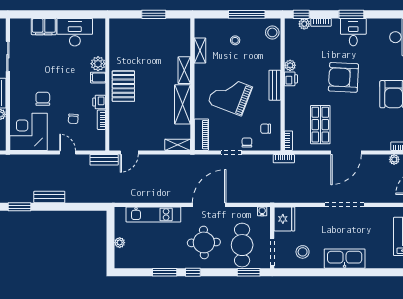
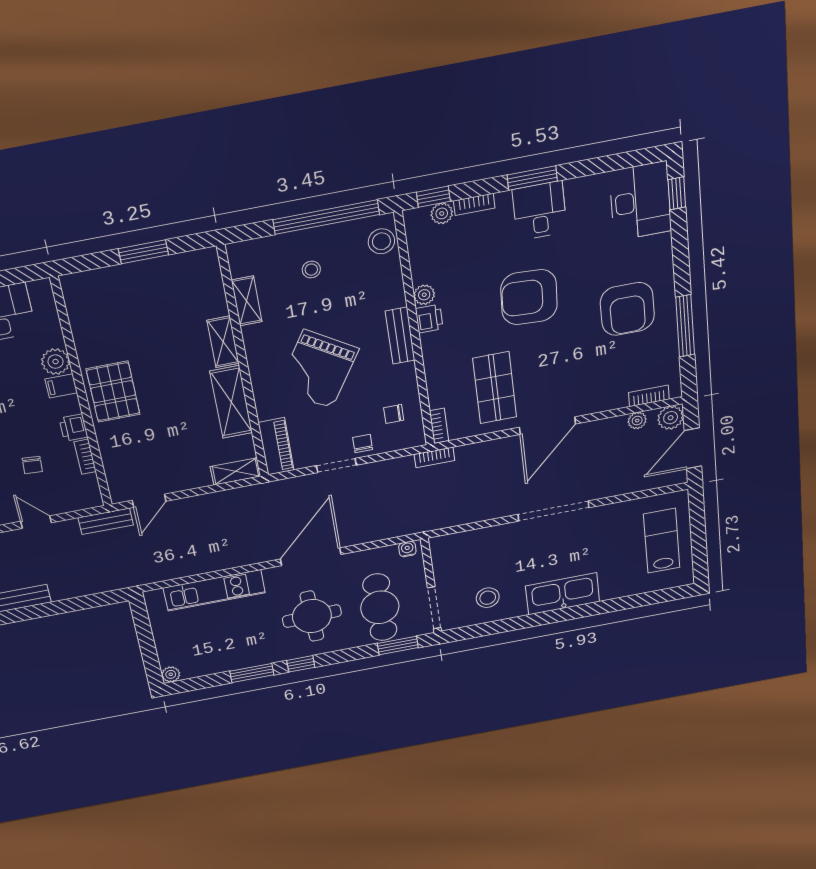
window: (247, 14) -> (326, 217), width x1.46
grand piano: (230, 95) -> (318, 369), turned -79
fridge: (284, 219) -> (449, 553), removed
plant: (120, 243) -> (171, 674), moved

